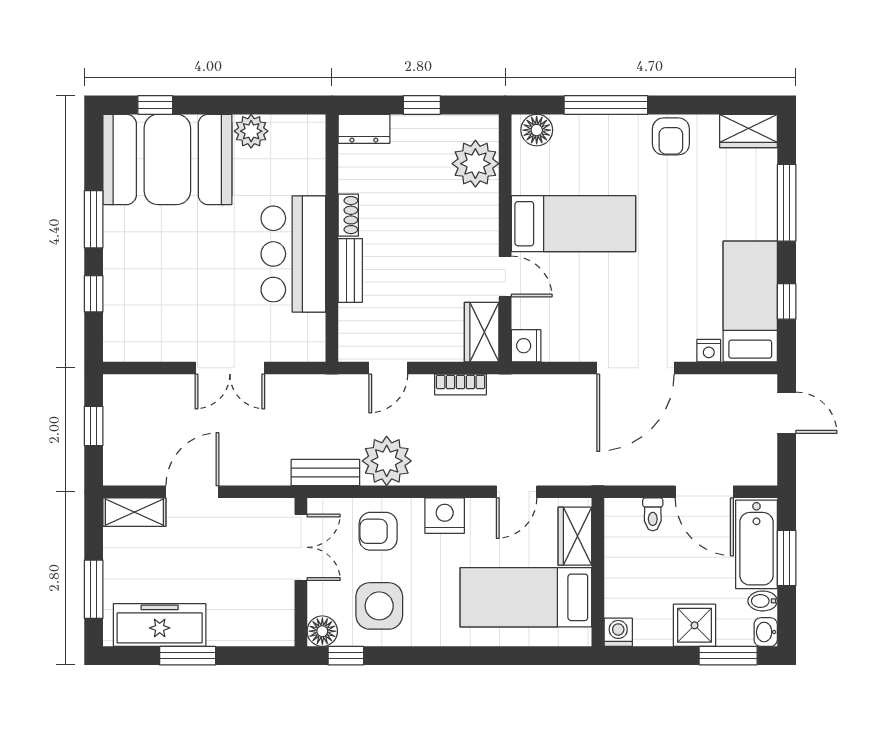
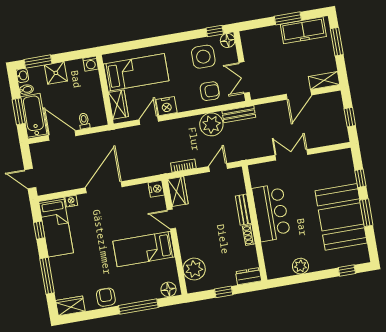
booth: (167, 159) -> (341, 217), moved, turned 90
nightstand: (445, 516) -> (167, 106), moved

